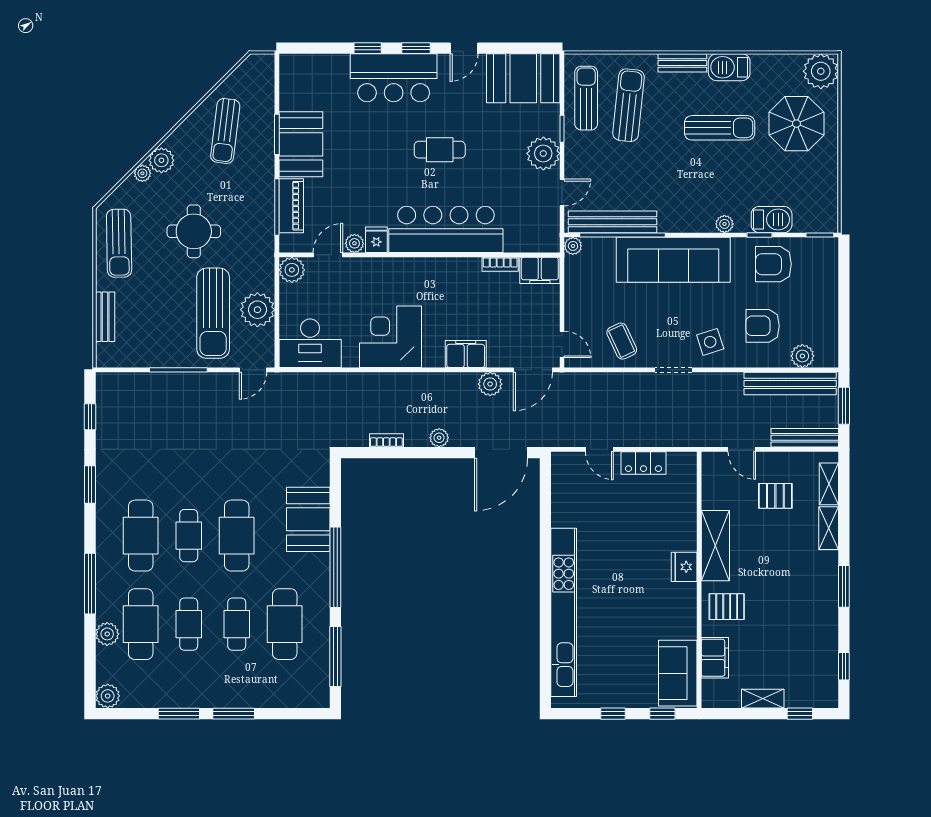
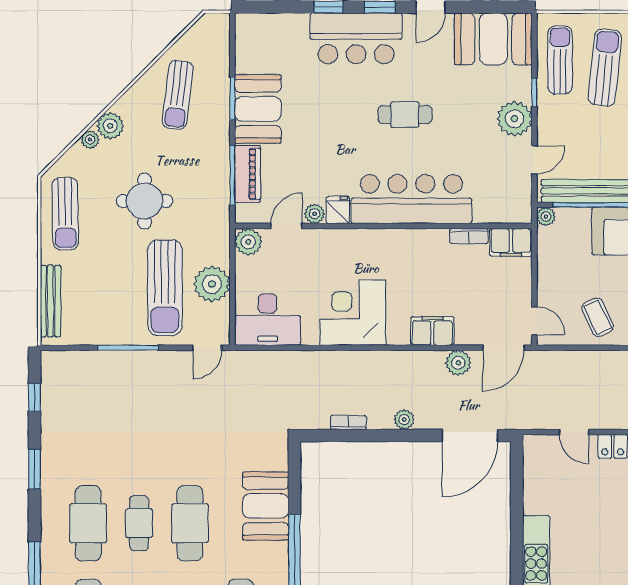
bench: (105, 317) -> (50, 301), width x1.36

